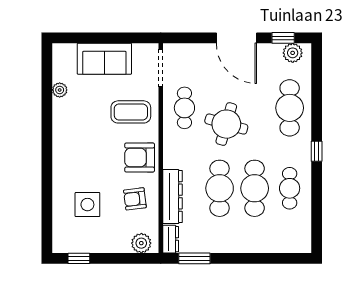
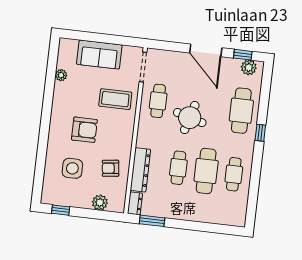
window: (317, 151) -> (260, 133), moved
armchair: (140, 158) -> (84, 130), moved, turned 180
cafe table: (220, 188) -> (178, 168), width x0.73, depth x0.74
plant: (141, 243) -> (100, 203), moved

